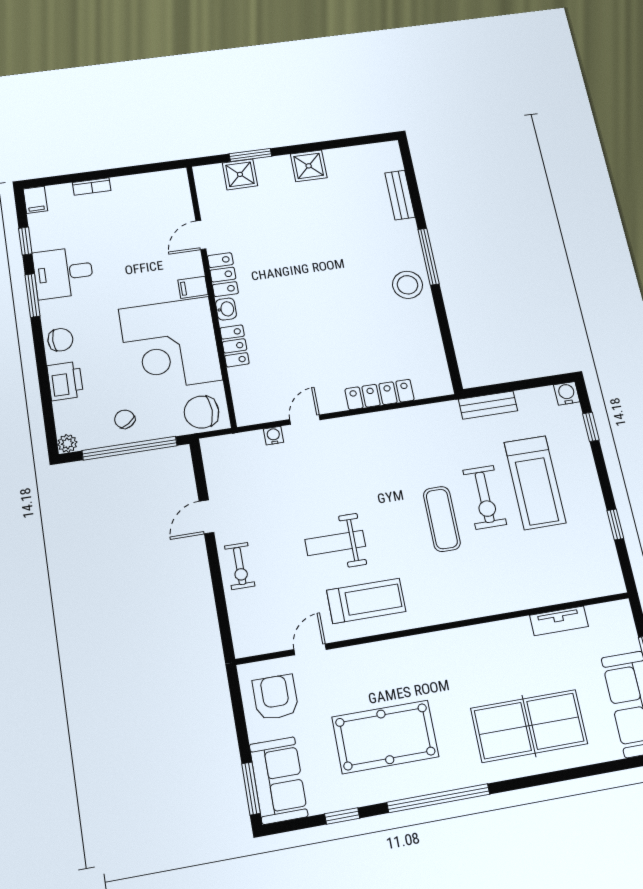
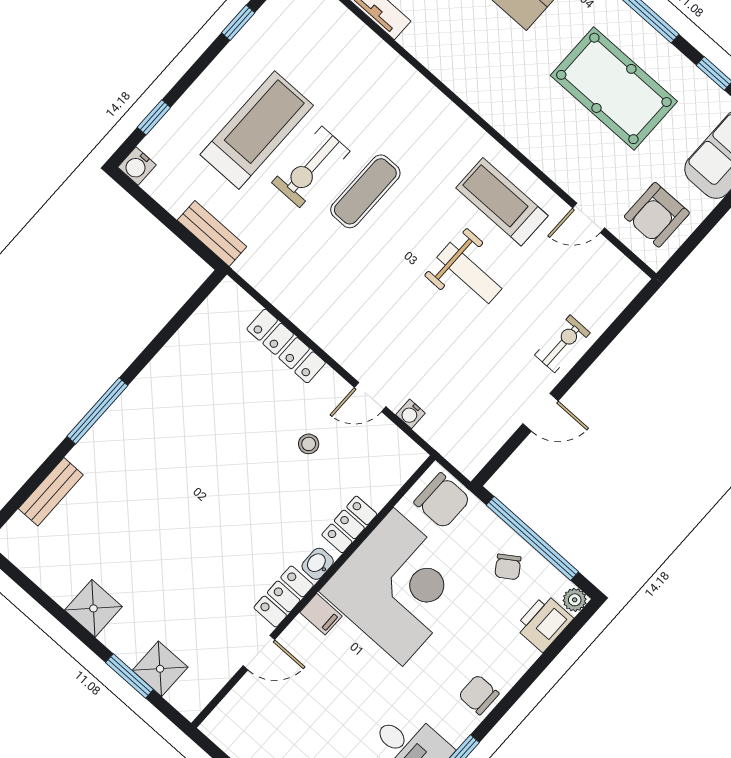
stool: (407, 285) -> (309, 444), moved, width x0.53, depth x0.53
printer: (65, 381) -> (544, 623), moved
exercise bike: (485, 497) -> (311, 167), turned 180

